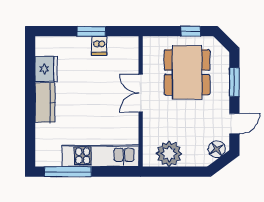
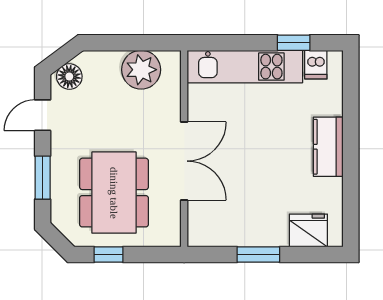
dishwasher: (99, 46) -> (316, 65), moved, turned 180
fridge: (46, 69) -> (308, 231), moved, turned 90
double door: (141, 93) -> (184, 161), width x1.37
window: (68, 172) -> (294, 43), width x0.46

